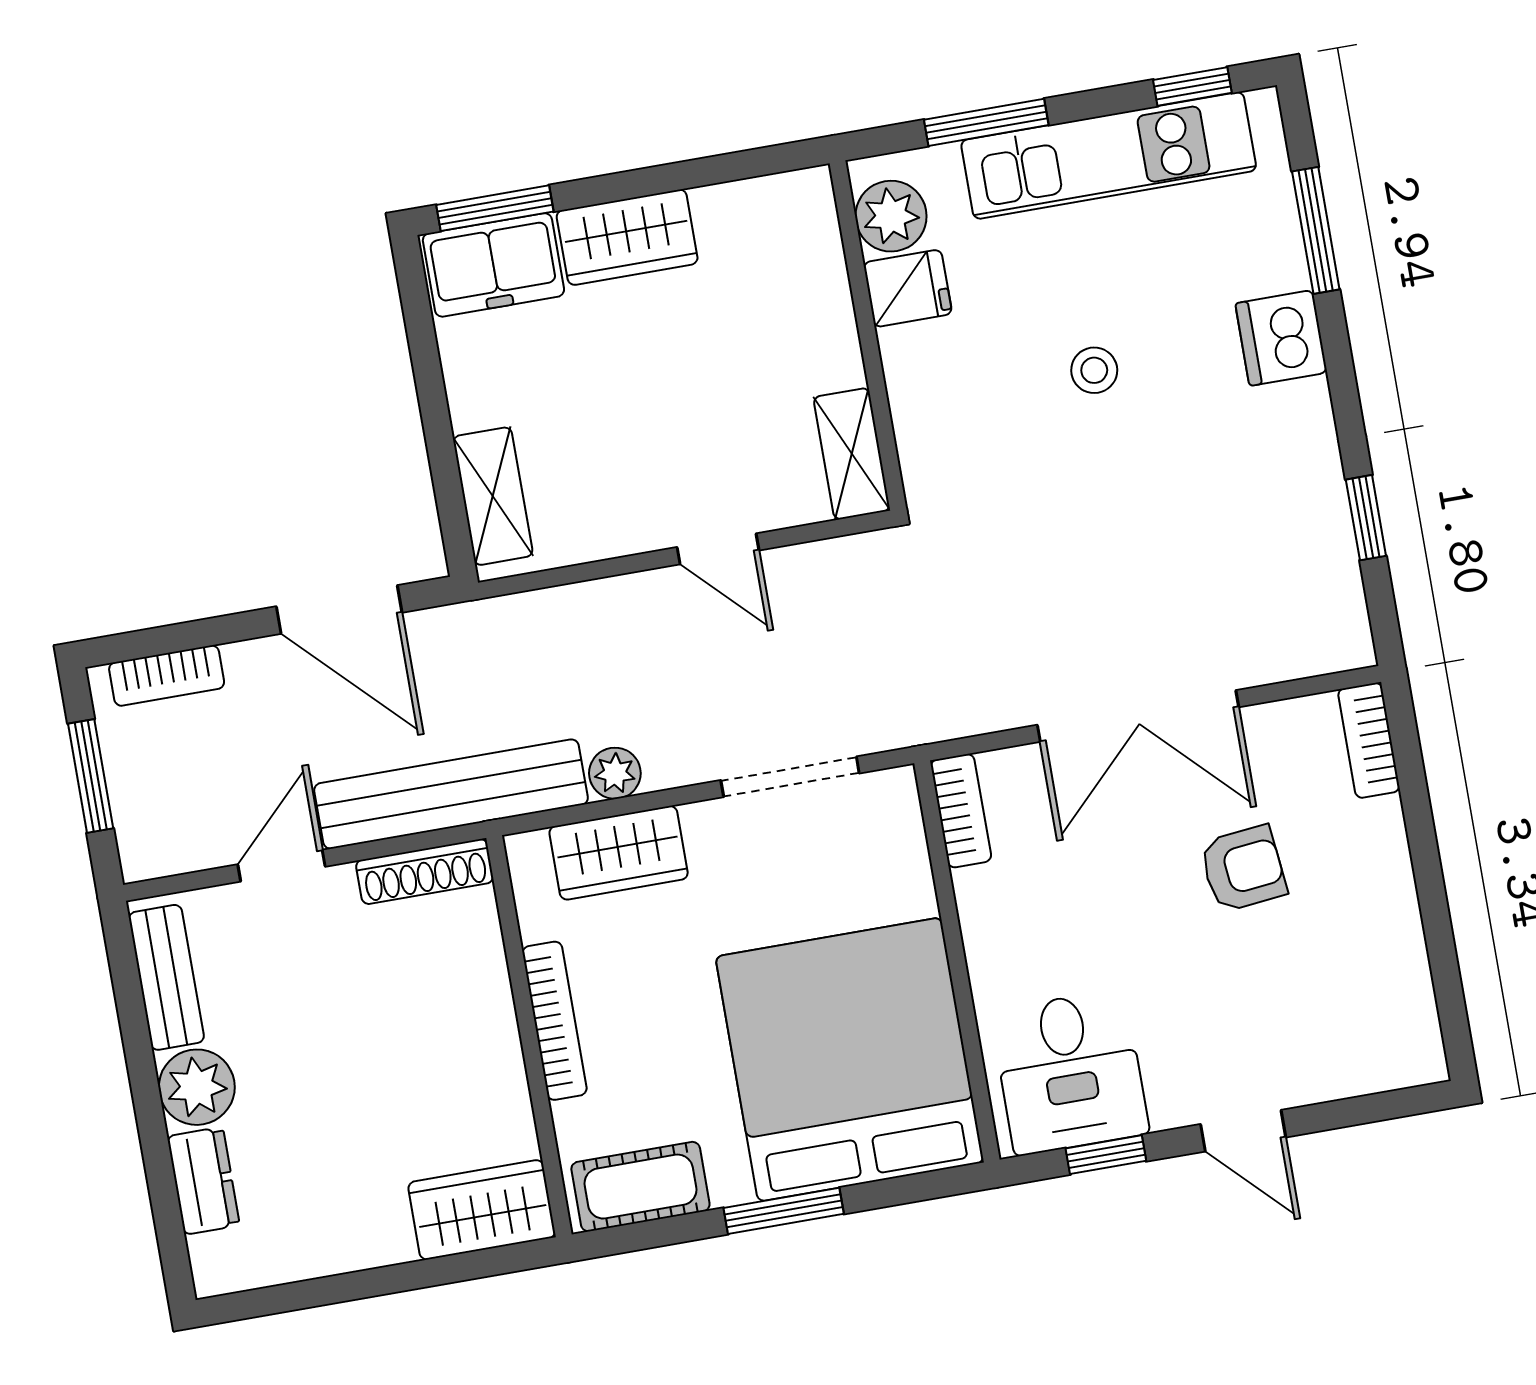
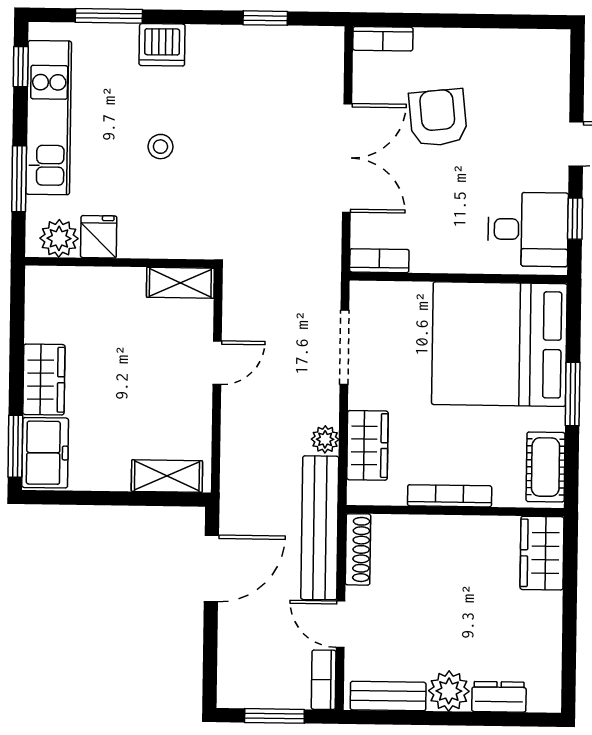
bookcase: (167, 676) -> (324, 680), moved, turned 180
armchair: (1243, 869) -> (438, 118), width x1.38, depth x1.38

